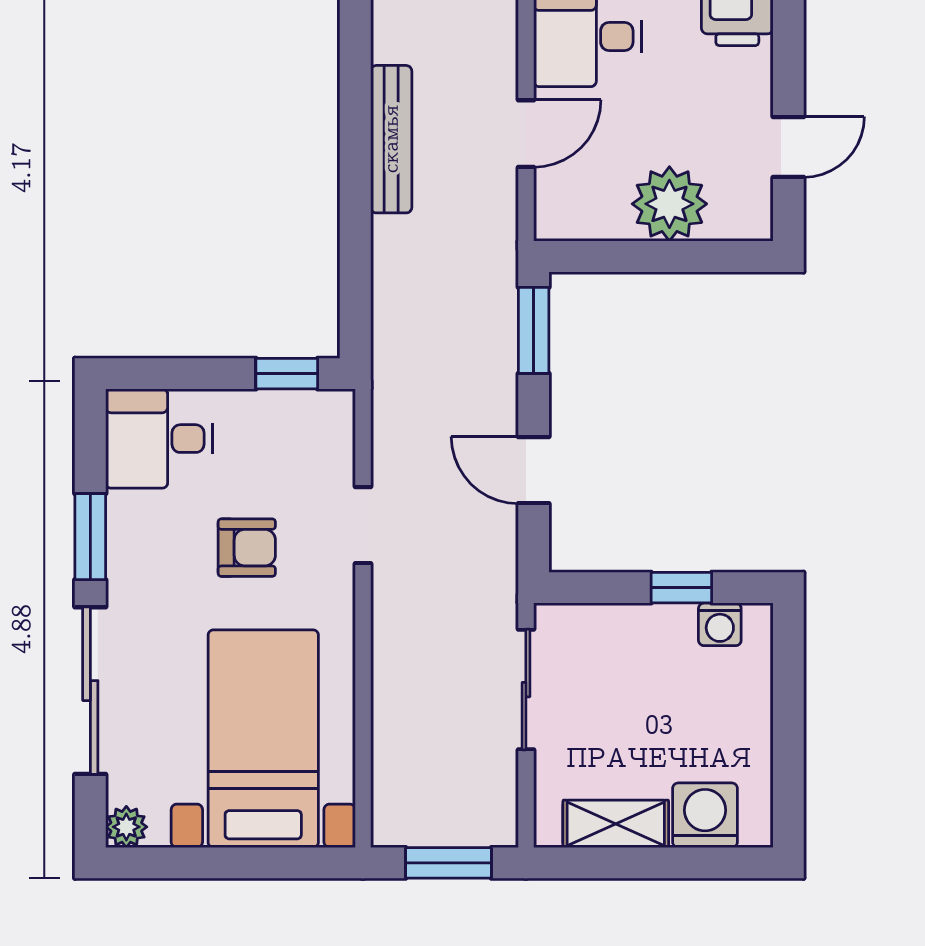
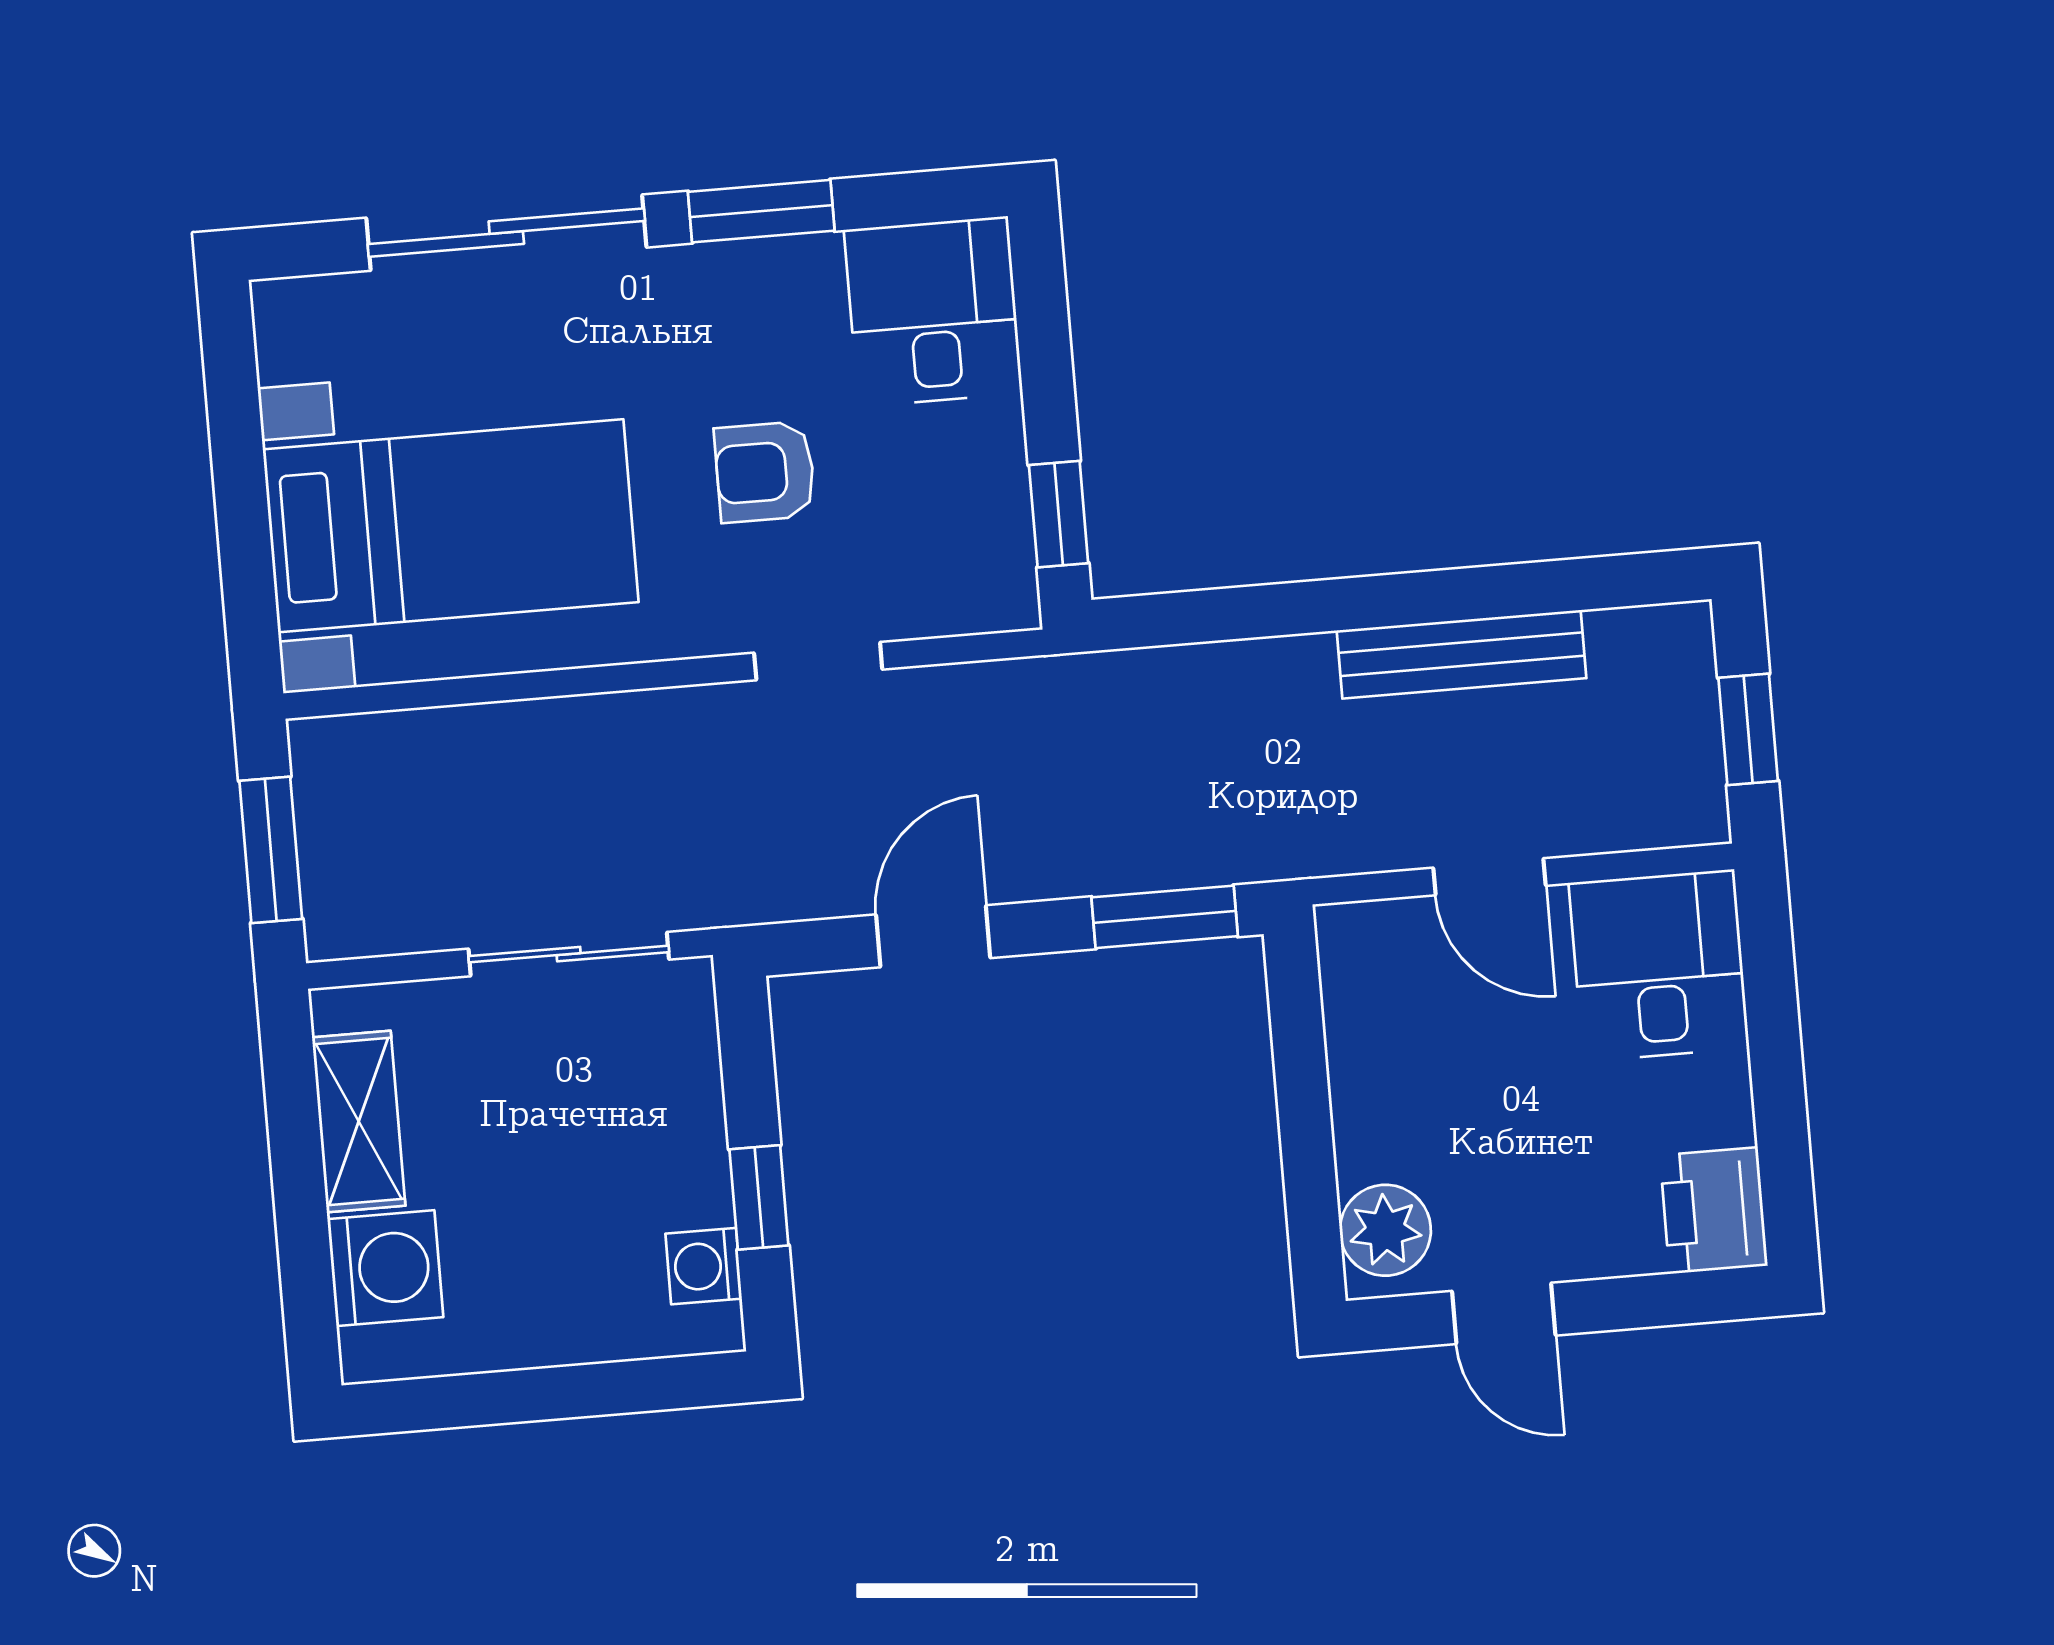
plant: (669, 204) -> (1385, 1230), moved, width x0.73, depth x0.73
armchair: (247, 548) -> (765, 472), turned 90
plant: (126, 827) -> (286, 311), removed

